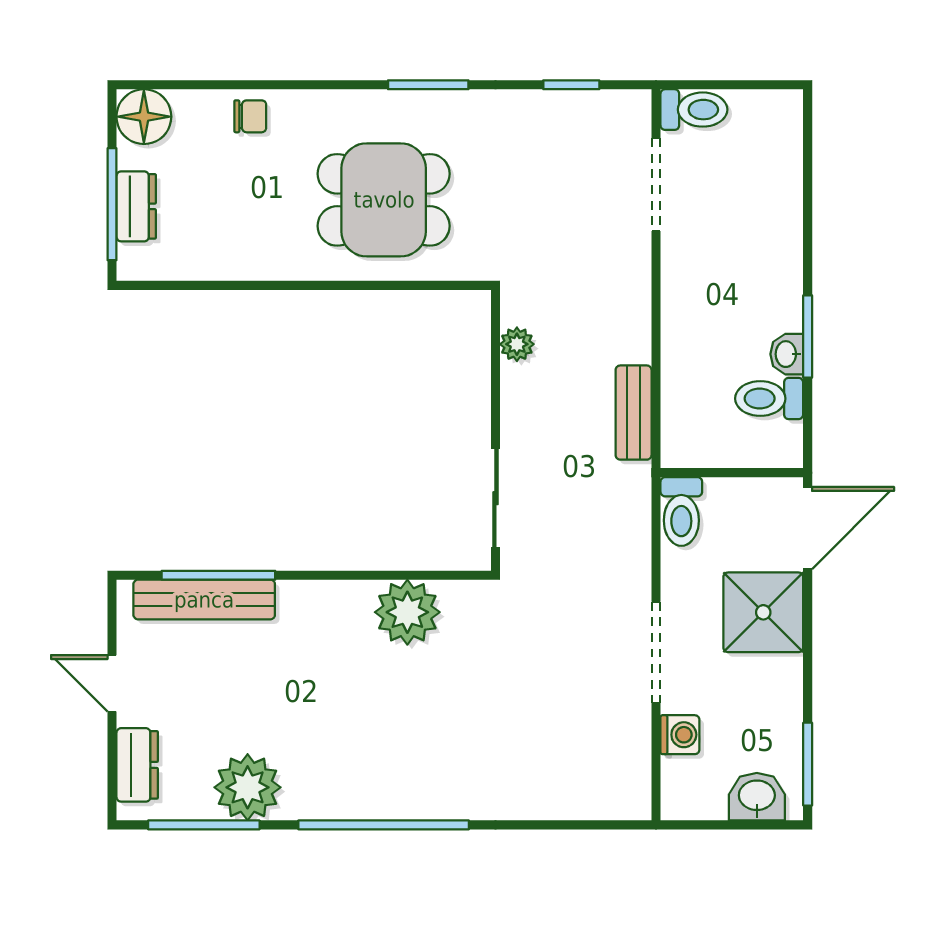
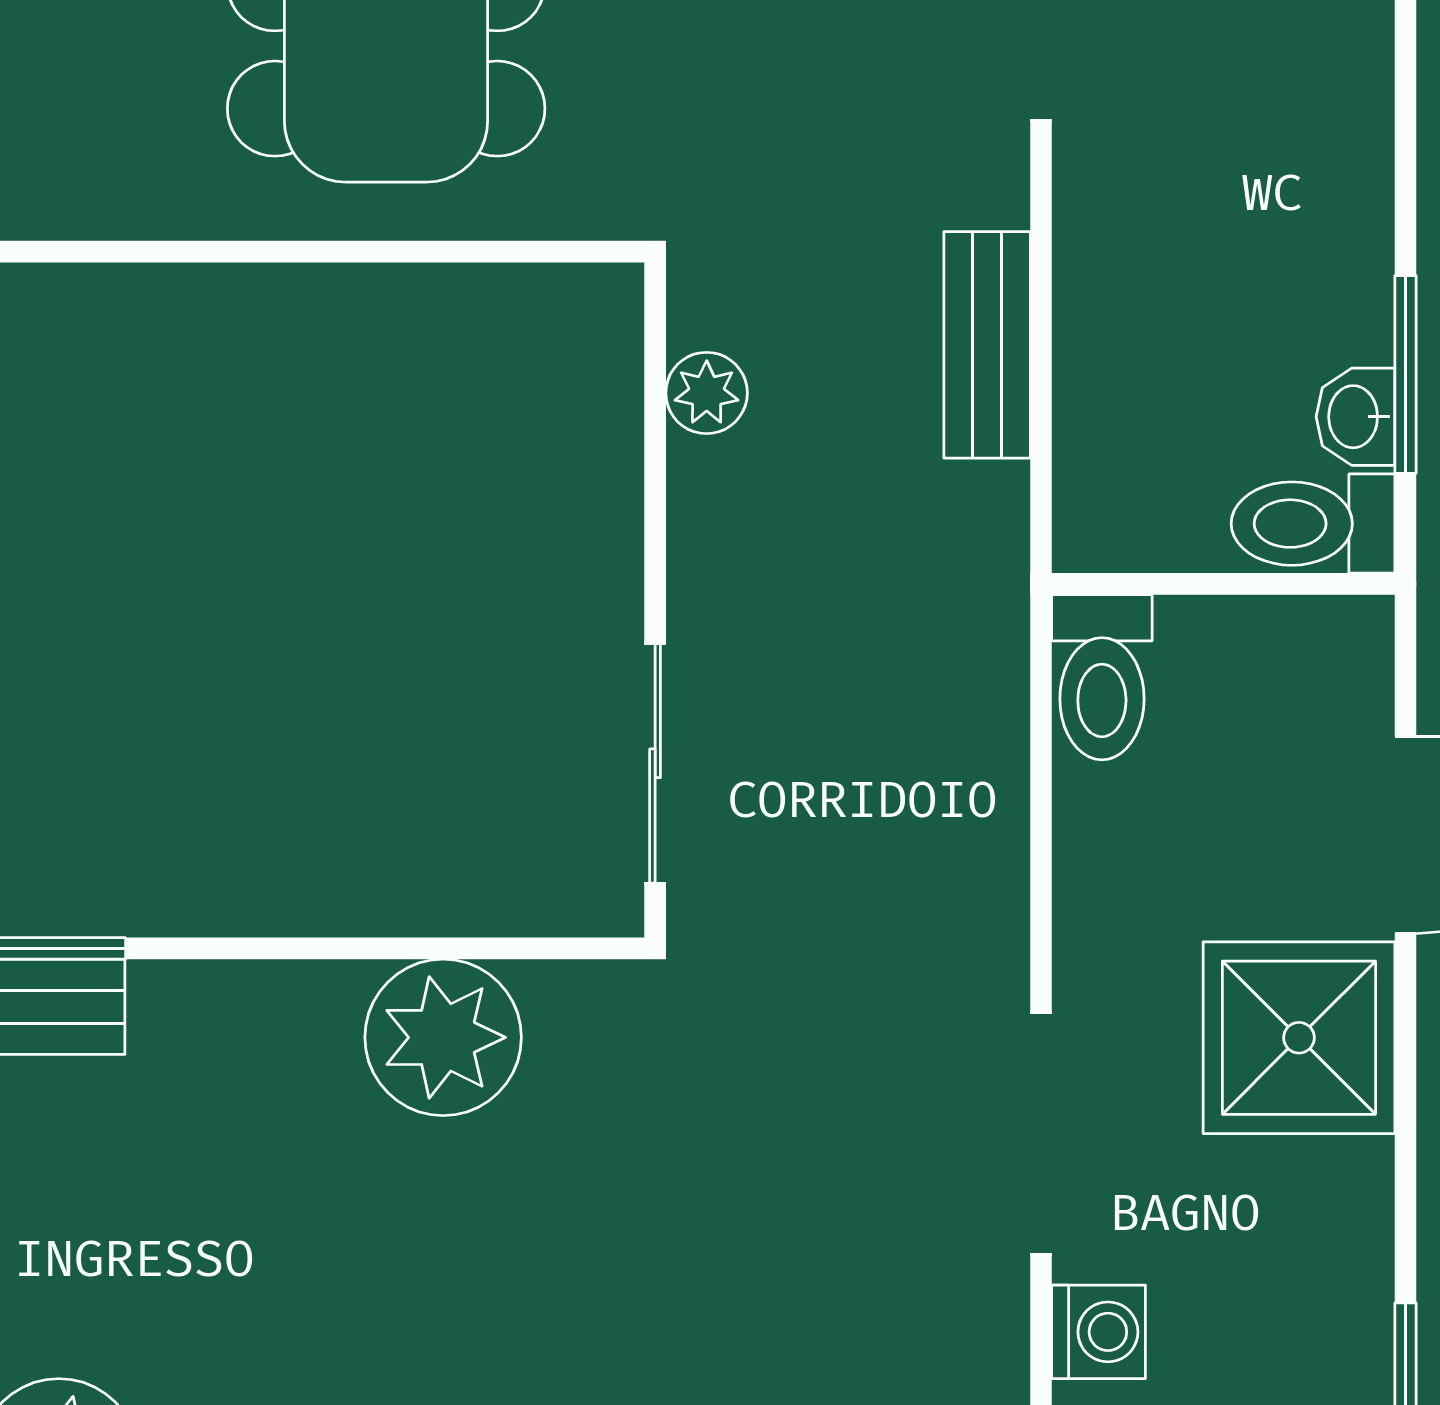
bench: (634, 413) -> (987, 345), moved
wall: (732, 473) -> (1223, 584), moved
toilet: (681, 511) -> (1102, 677), moved

